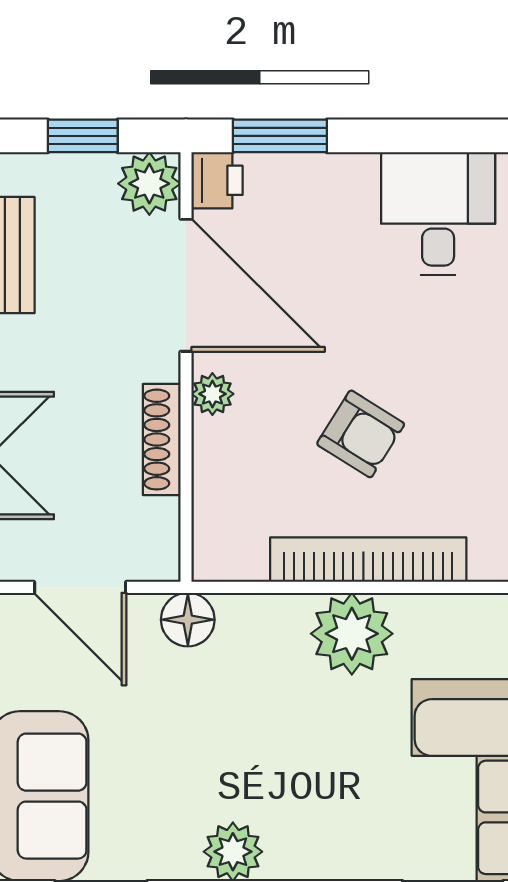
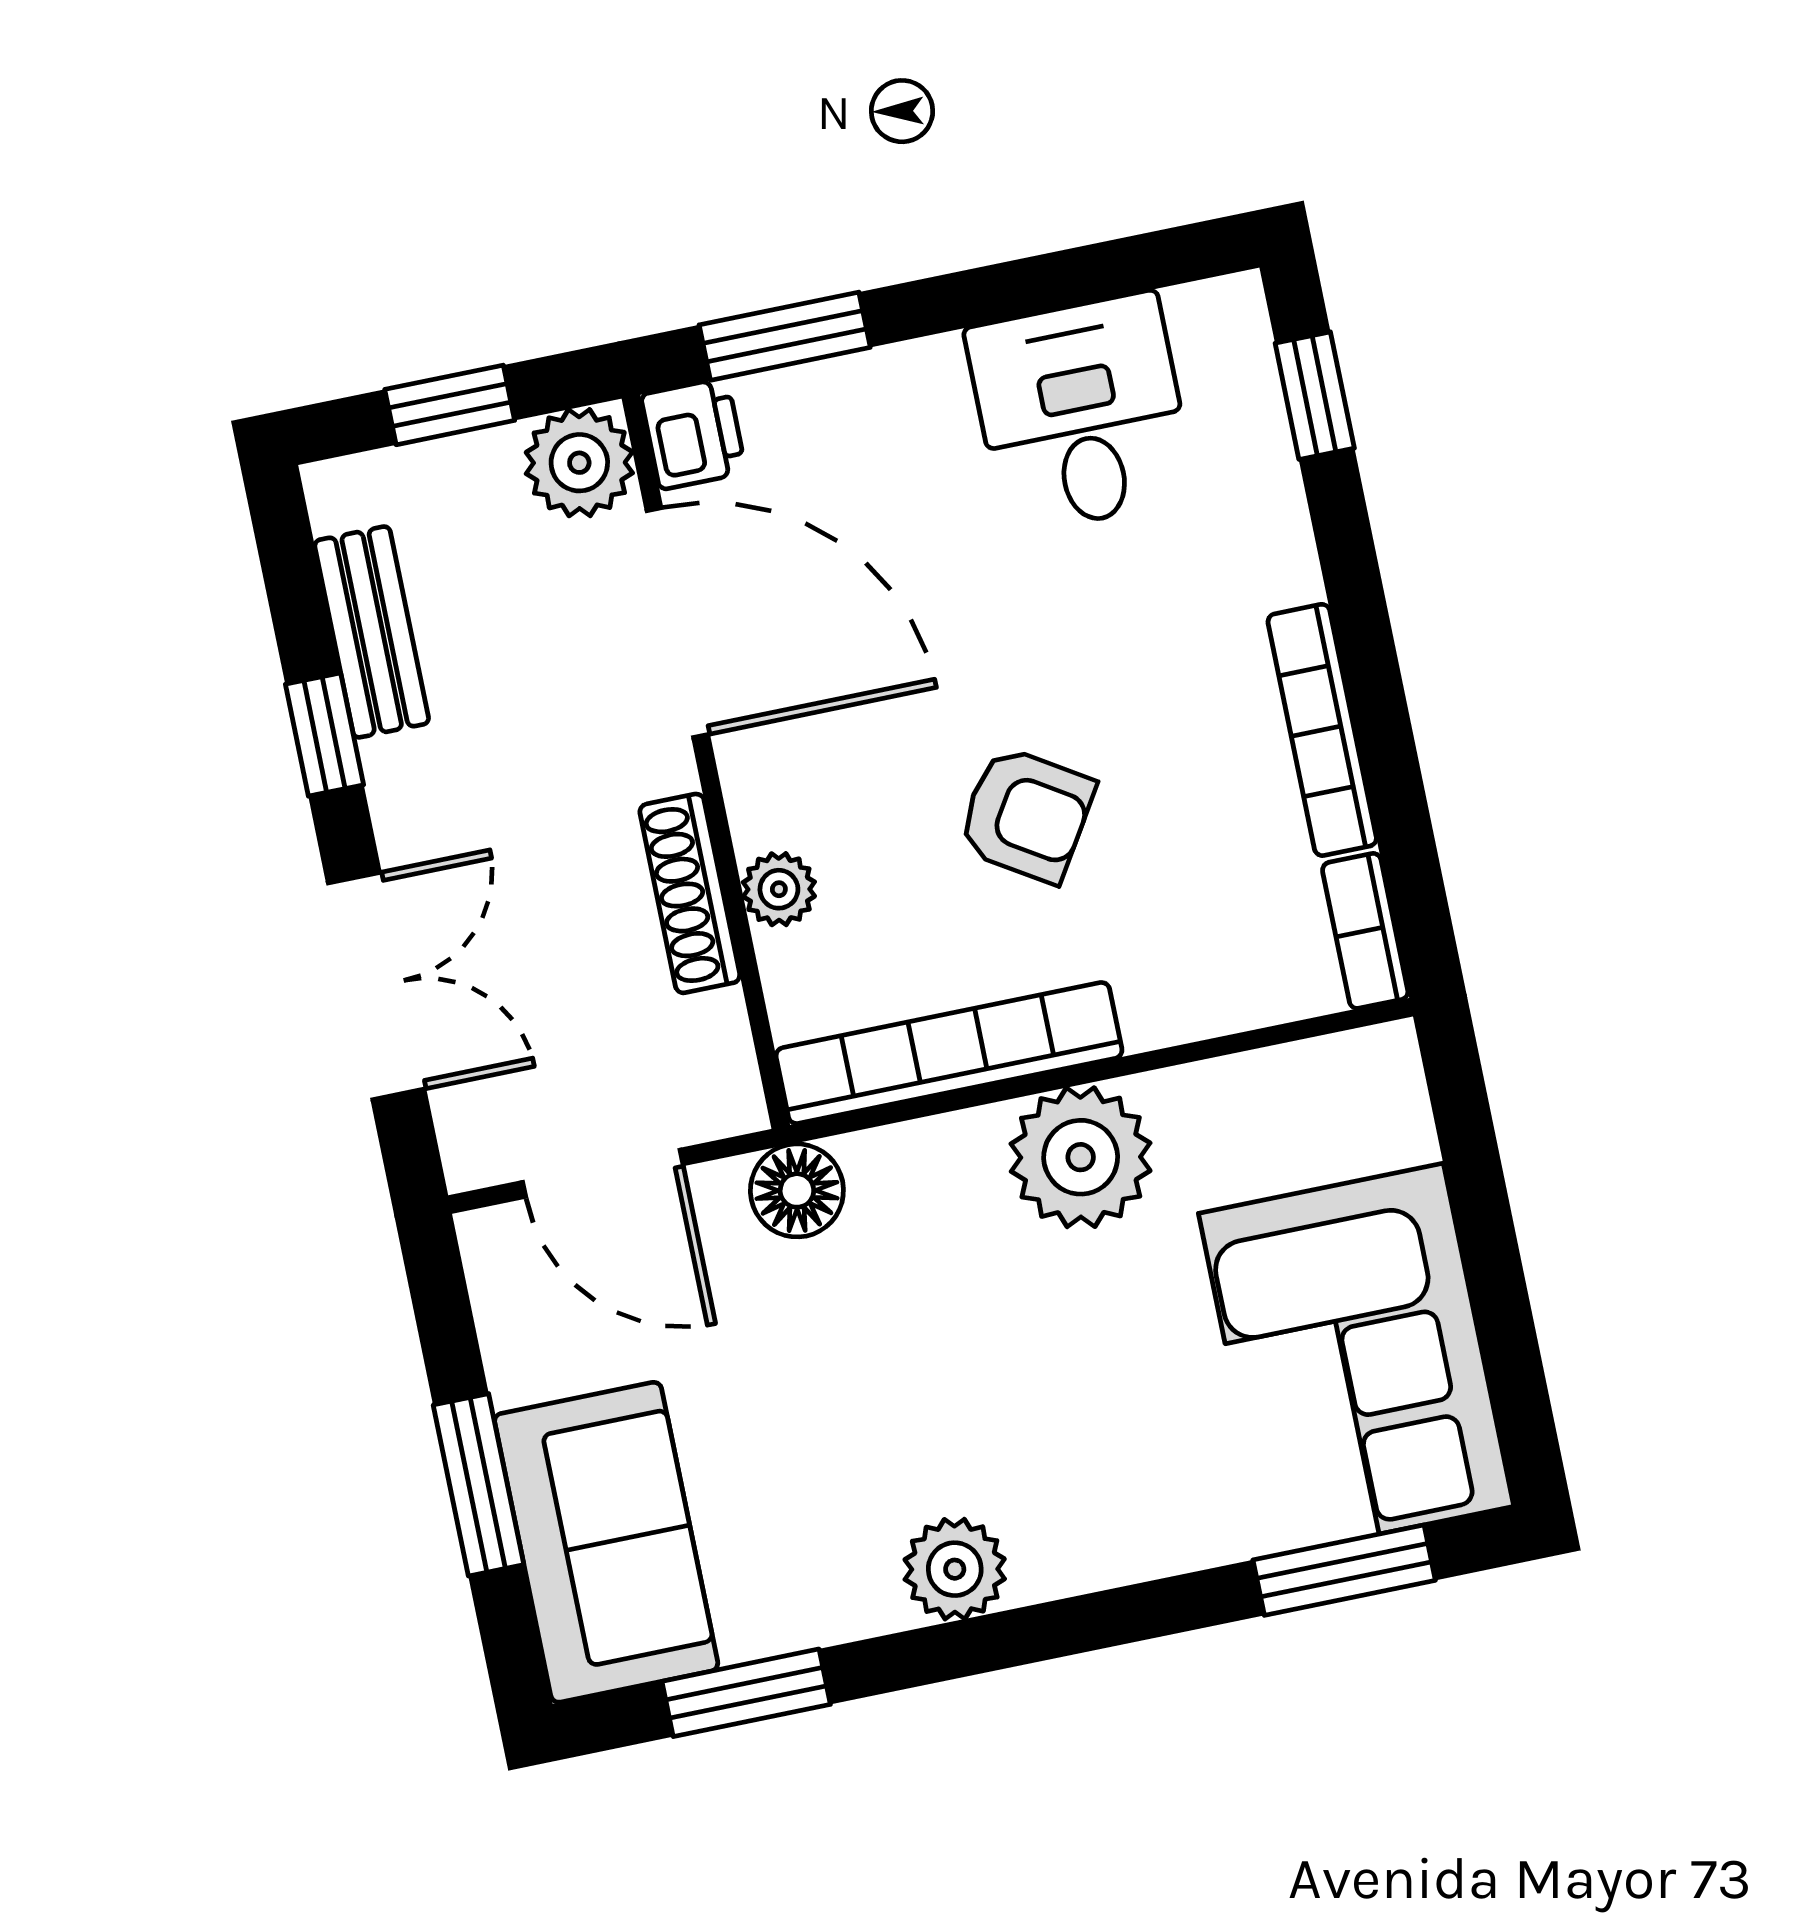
plant: (212, 394) -> (779, 889), moved
bookcase: (368, 560) -> (949, 1053), moved

